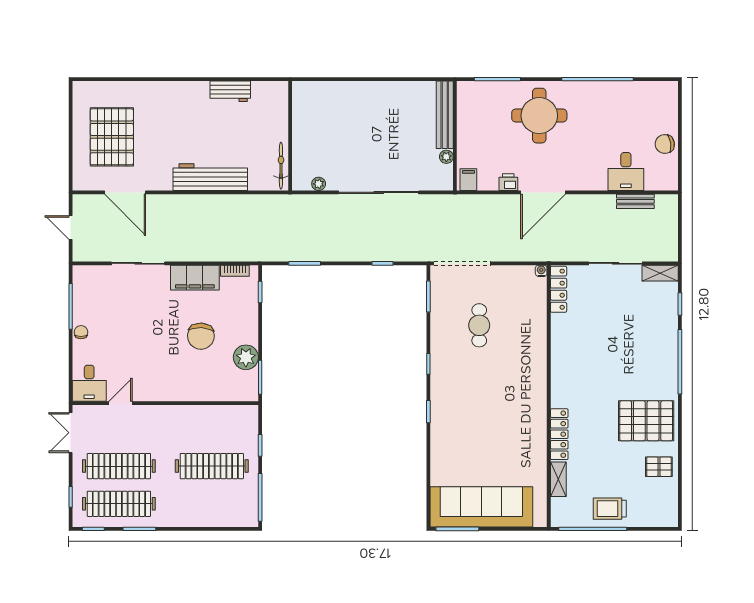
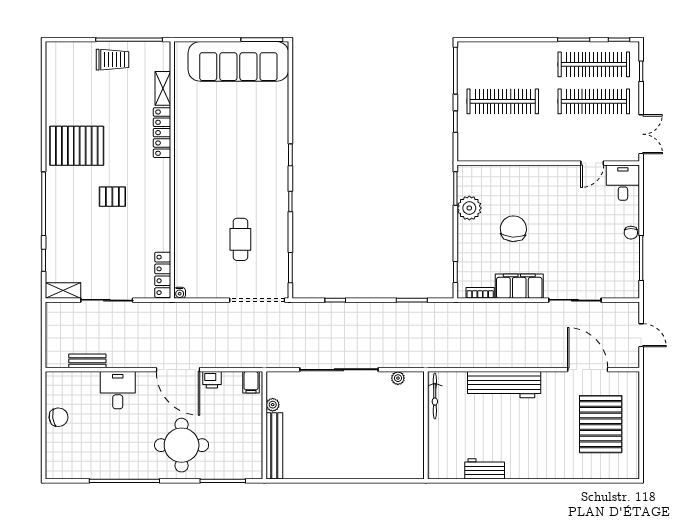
desk: (626, 172) -> (118, 390), moved
door: (543, 192) -> (178, 370), swing flipped
pallet: (659, 467) -> (112, 197), moved

